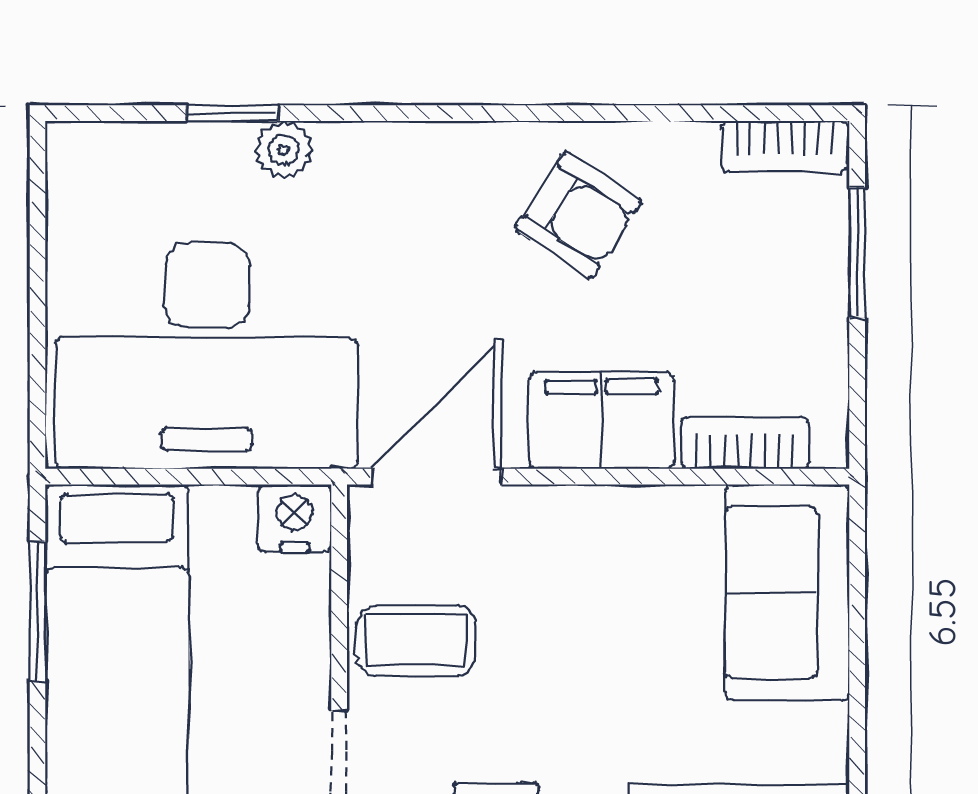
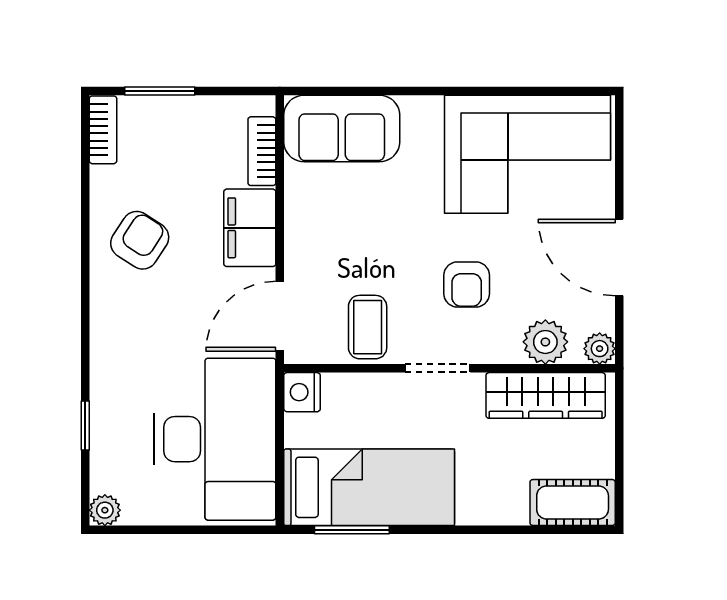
plant: (283, 150) -> (105, 510), moved
door: (436, 477) -> (280, 316), hinge flipped

